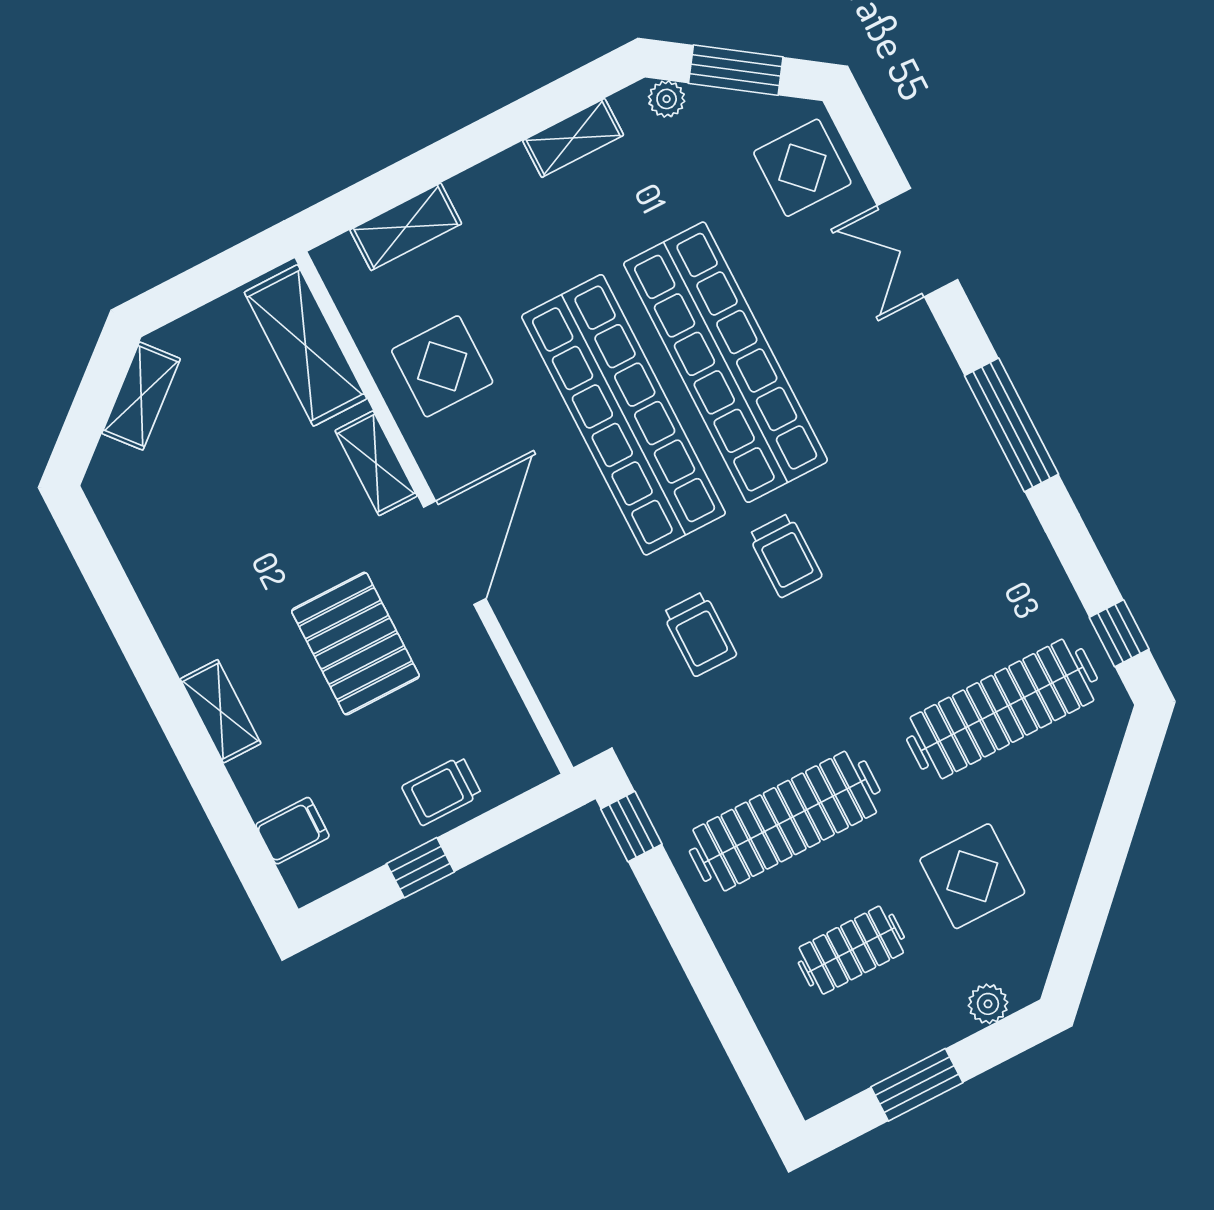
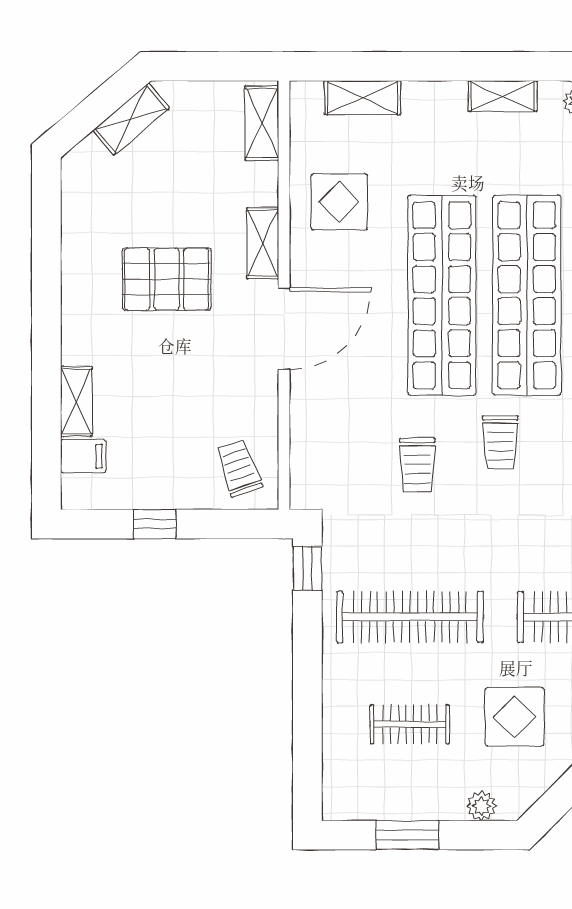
shelving: (306, 345) -> (262, 123), width x0.67, depth x0.75
pallet: (355, 644) -> (167, 279), moved, turned 90
shelving: (221, 711) -> (76, 401), moved
trolley: (442, 791) -> (239, 468), moved, turned 71

